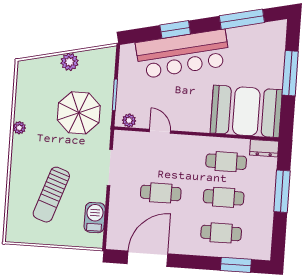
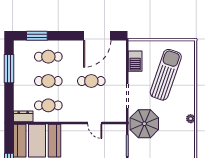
parasol: (79, 113) -> (144, 124), moved
plant: (129, 120) -> (116, 129), removed
window: (282, 191) -> (9, 69), moved
sun lounger: (51, 195) -> (166, 75), width x1.36, depth x1.34

